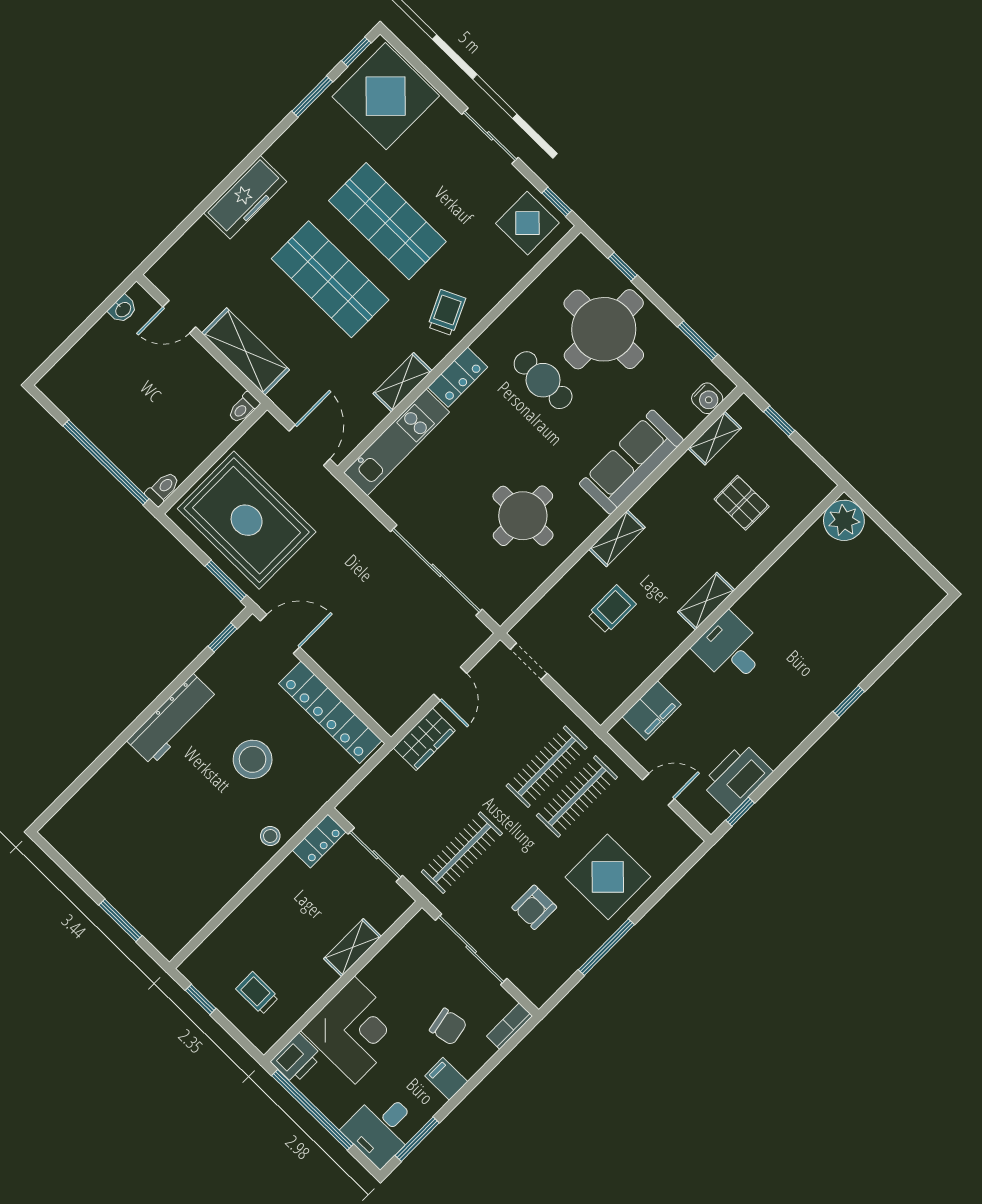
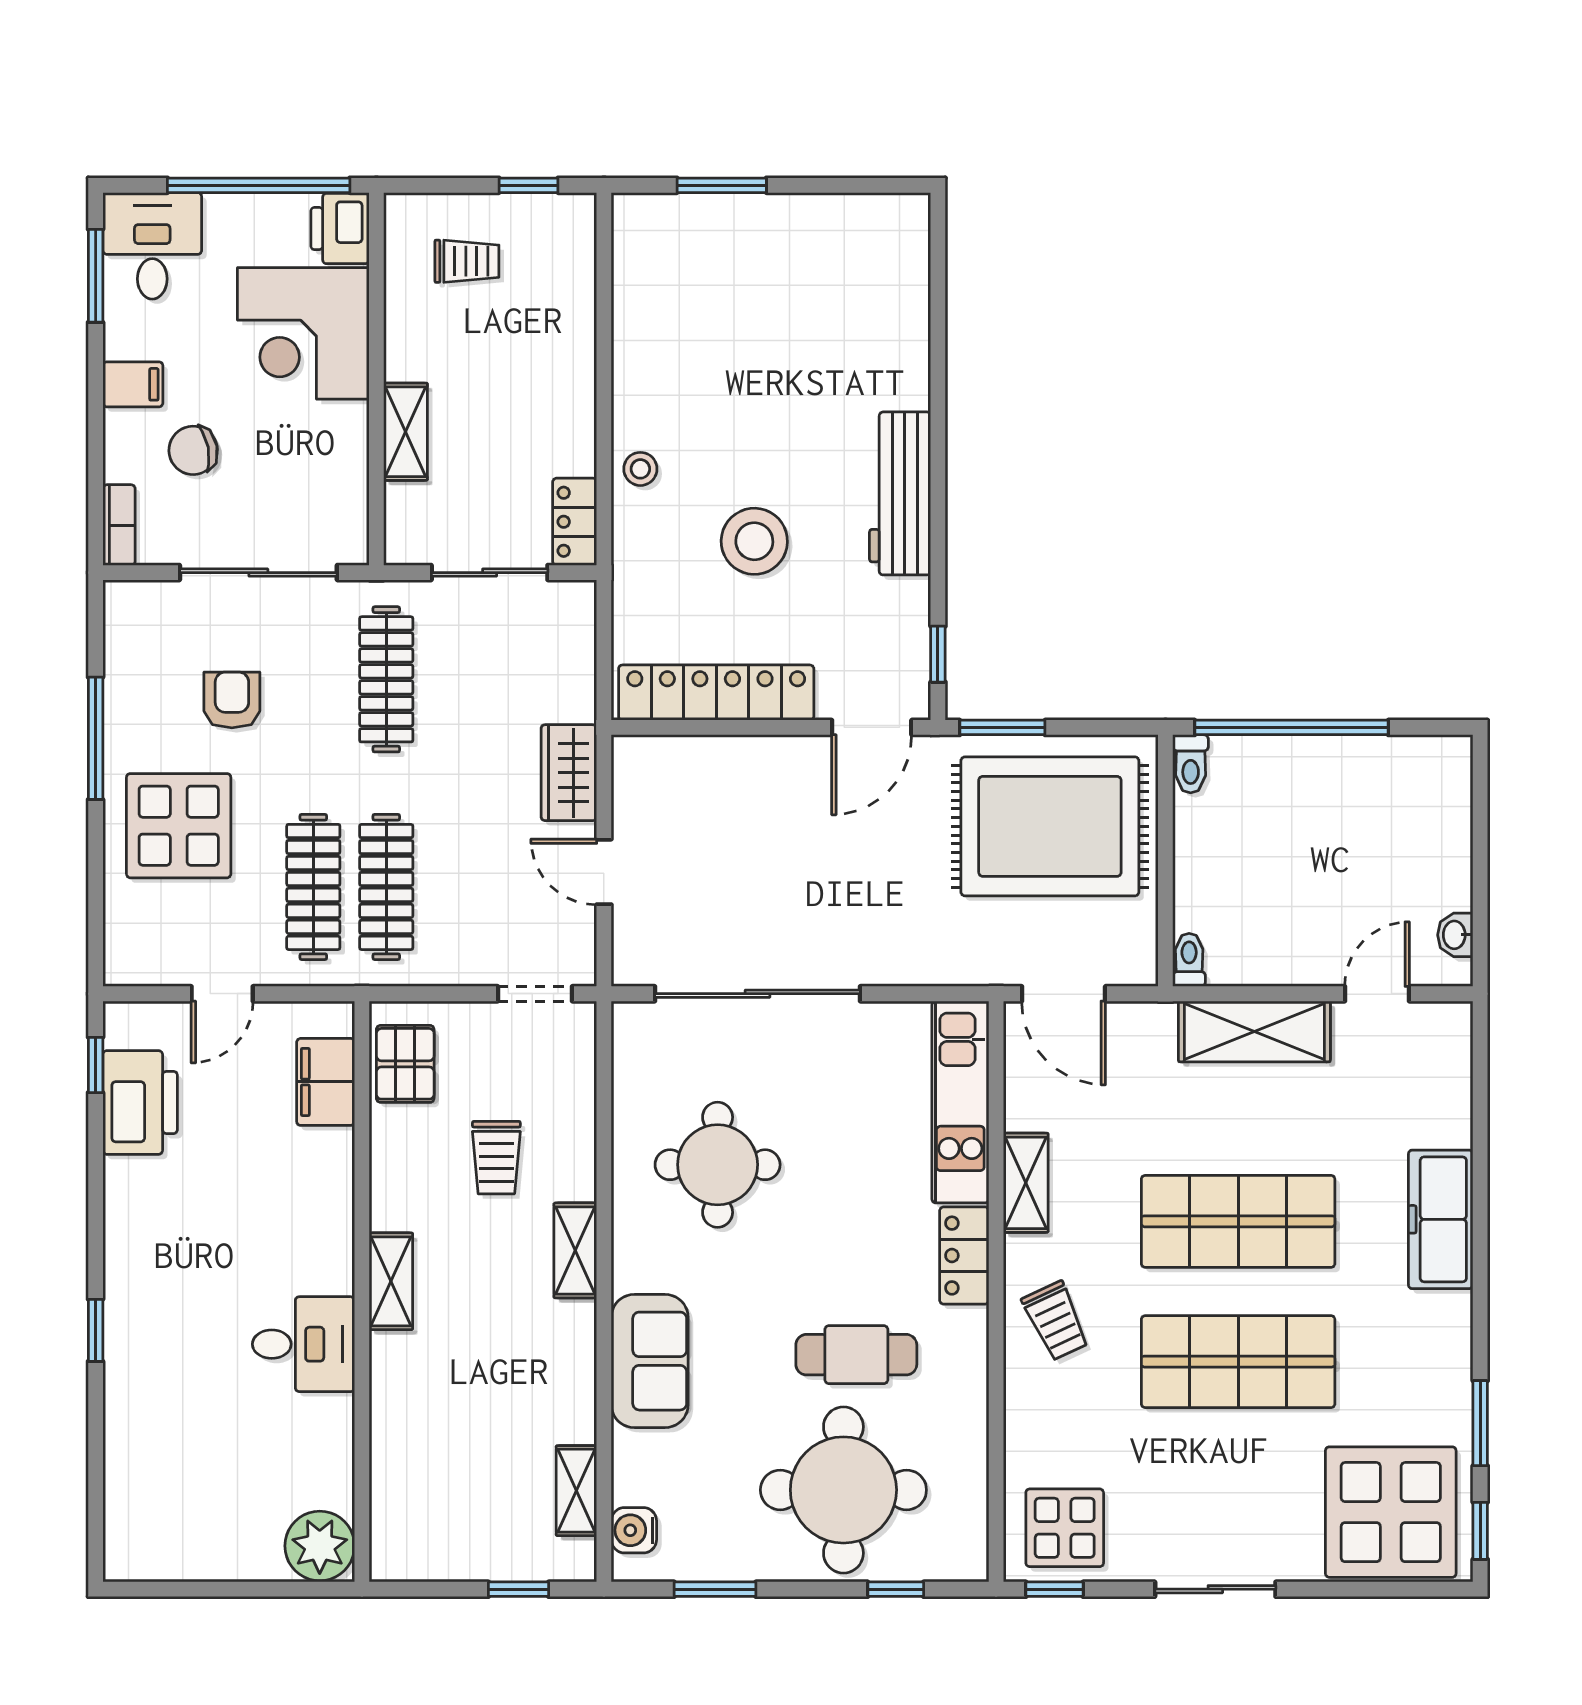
sofa: (631, 462) -> (650, 1361), width x0.73
pallet: (742, 503) -> (405, 1064), moved, turned 90
desk: (730, 649) -> (303, 1344), moved

